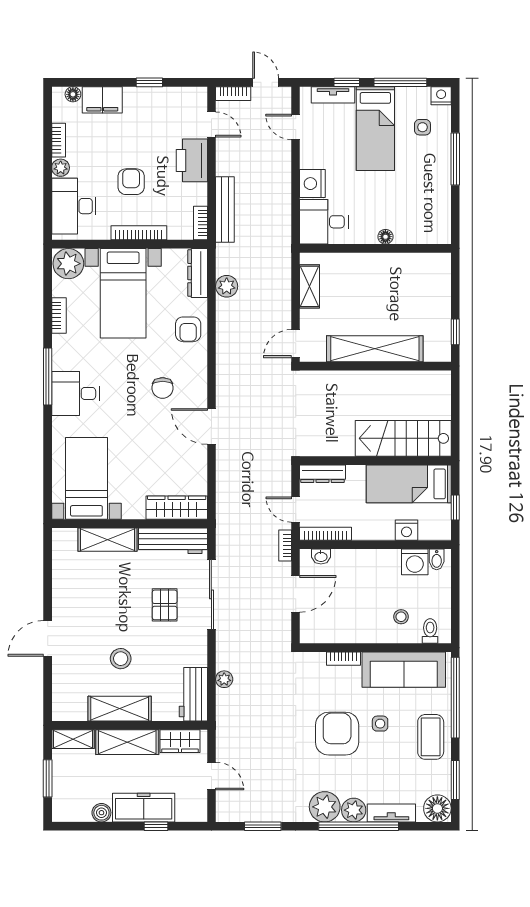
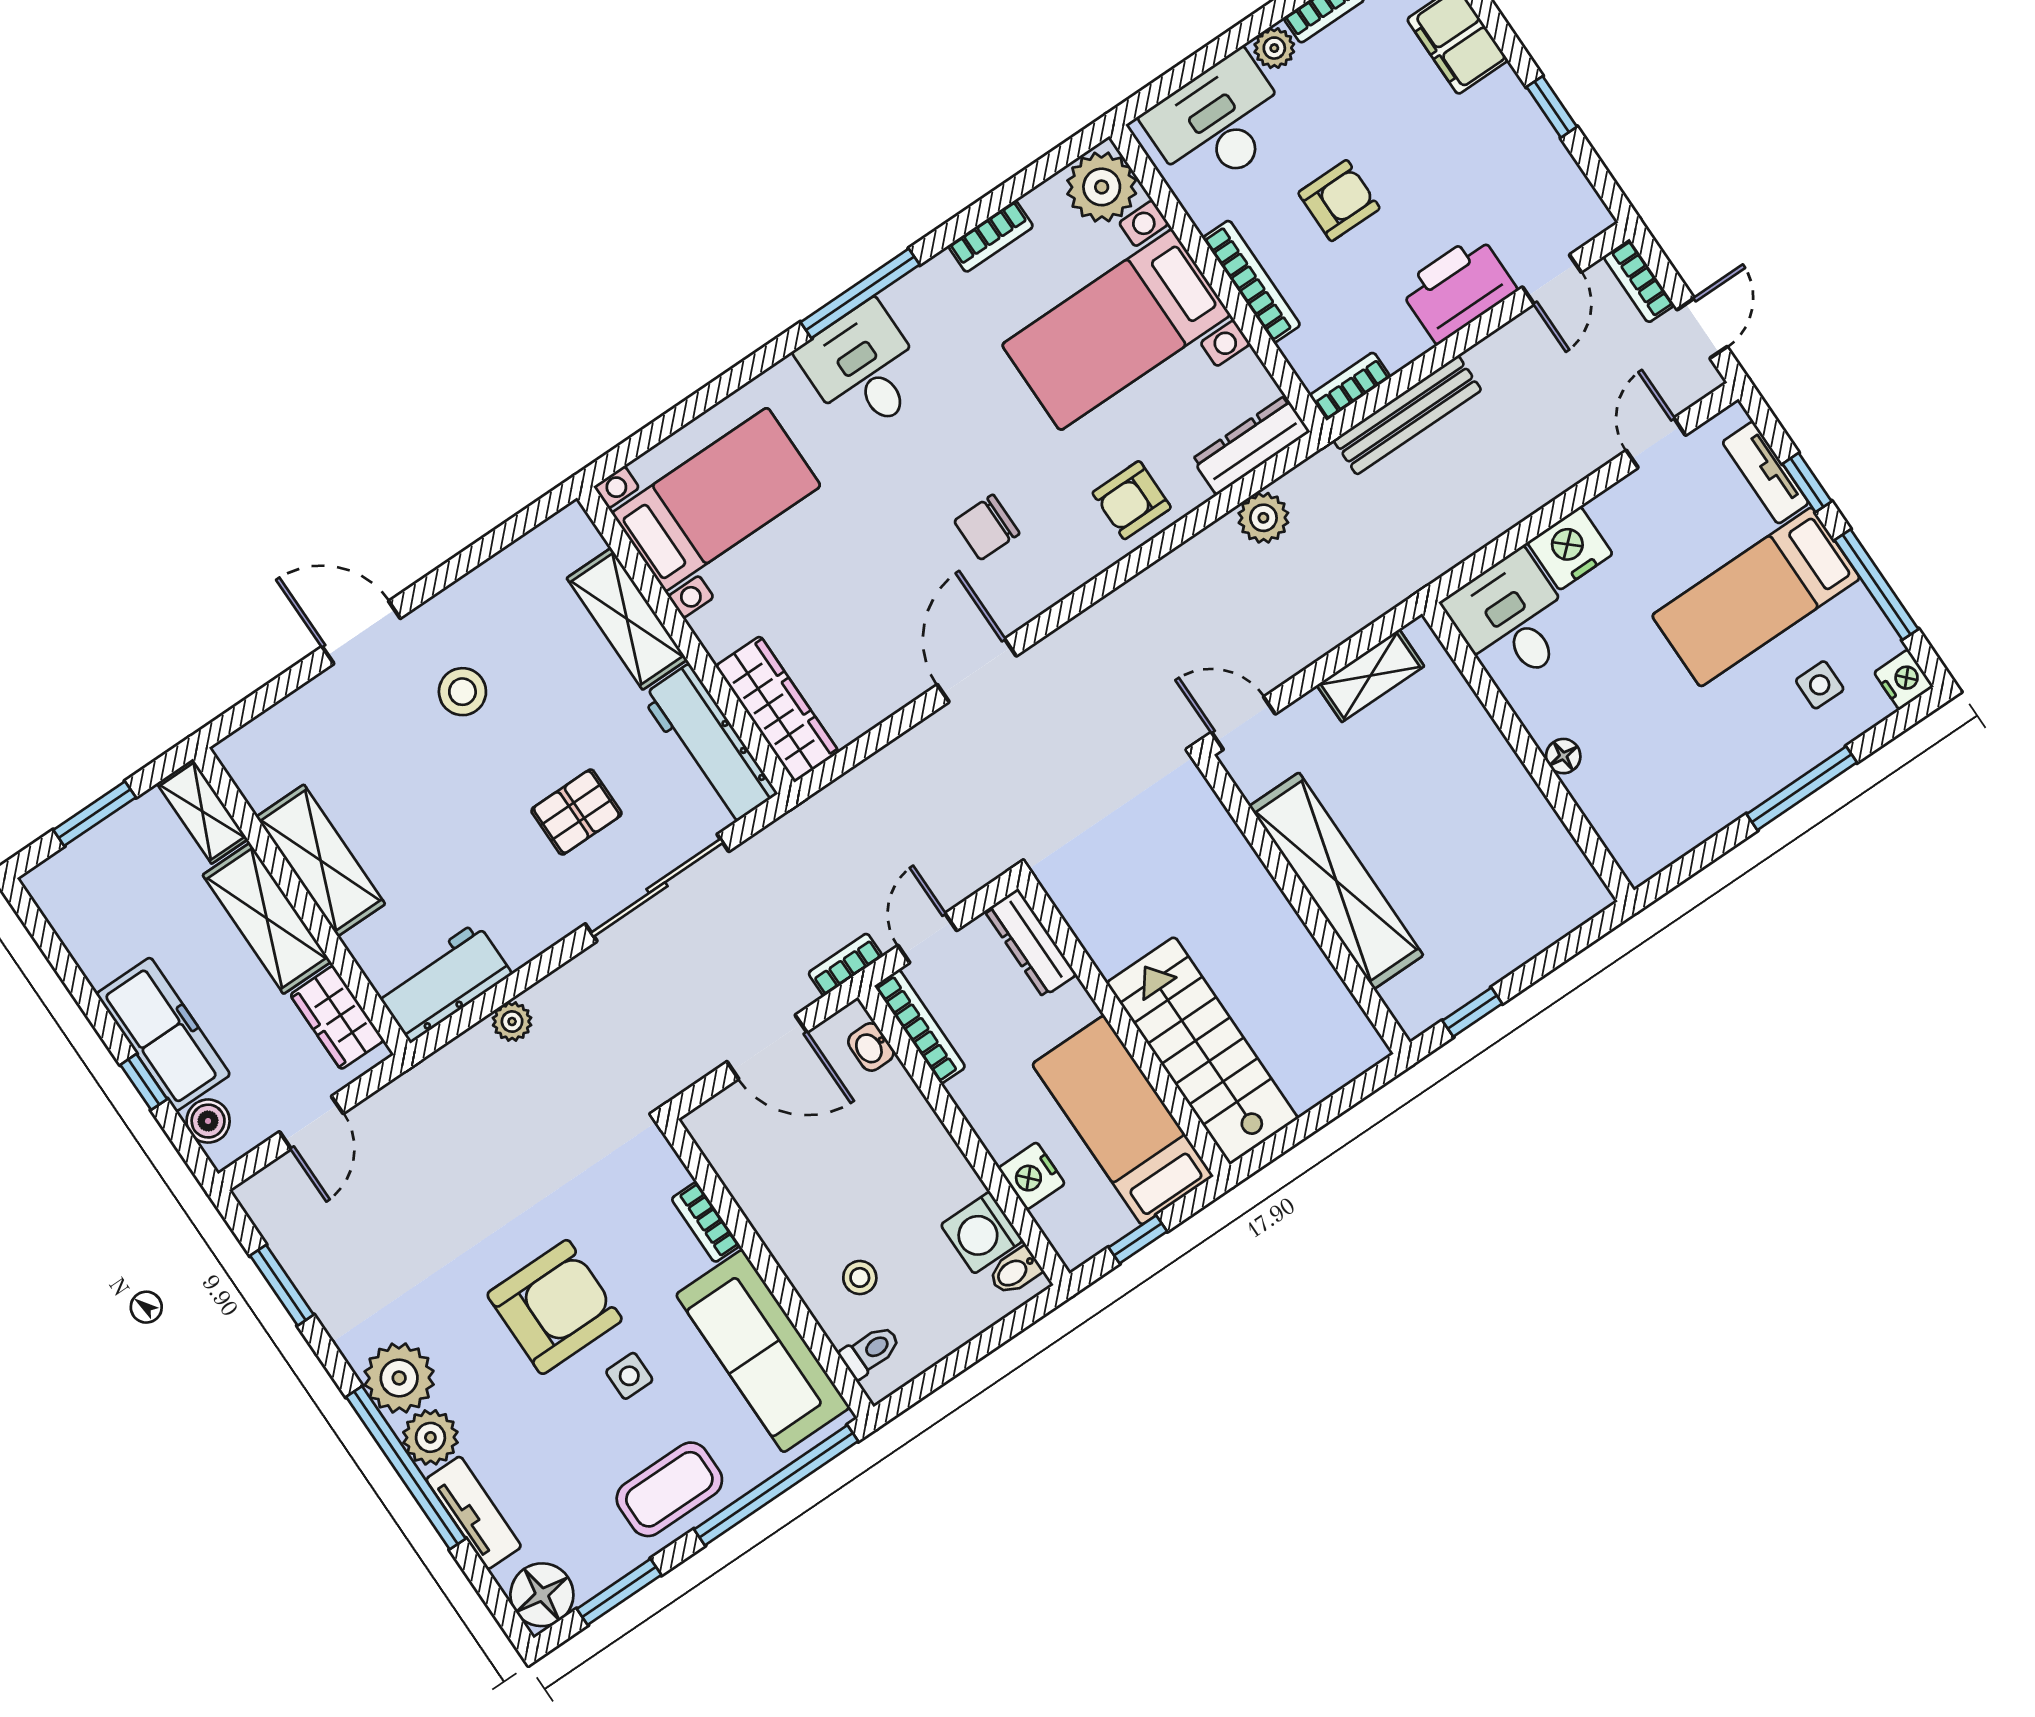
stool: (121, 659) -> (462, 692), moved
boiler: (101, 813) -> (208, 1121), moved

